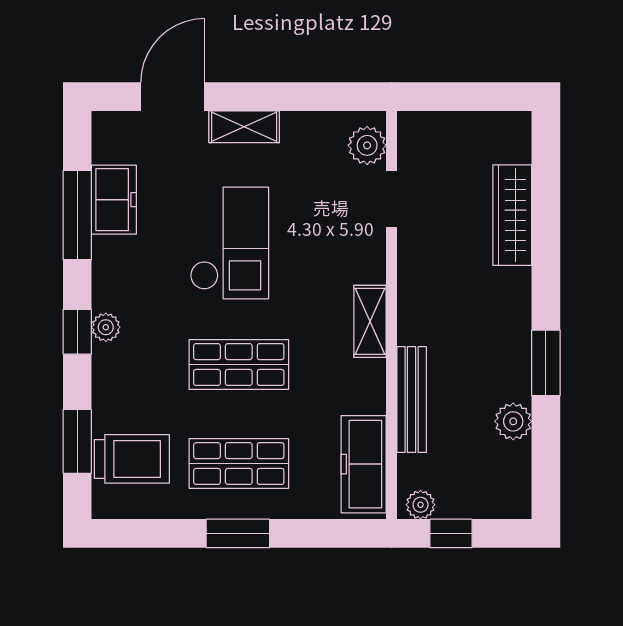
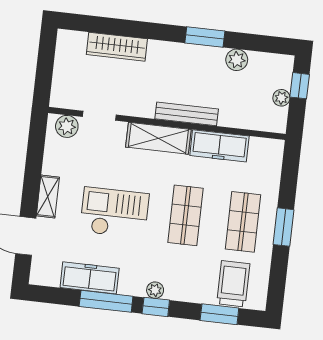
freezer: (114, 200) -> (90, 278), width x1.40
window: (77, 215) -> (106, 301), moved
shelving: (370, 321) -> (158, 138), width x1.50, depth x1.33
bench: (412, 400) -> (187, 114), moved
freezer: (364, 464) -> (219, 146), moved
plant: (421, 505) -> (281, 98), moved
window: (451, 533) -> (300, 86), moved

